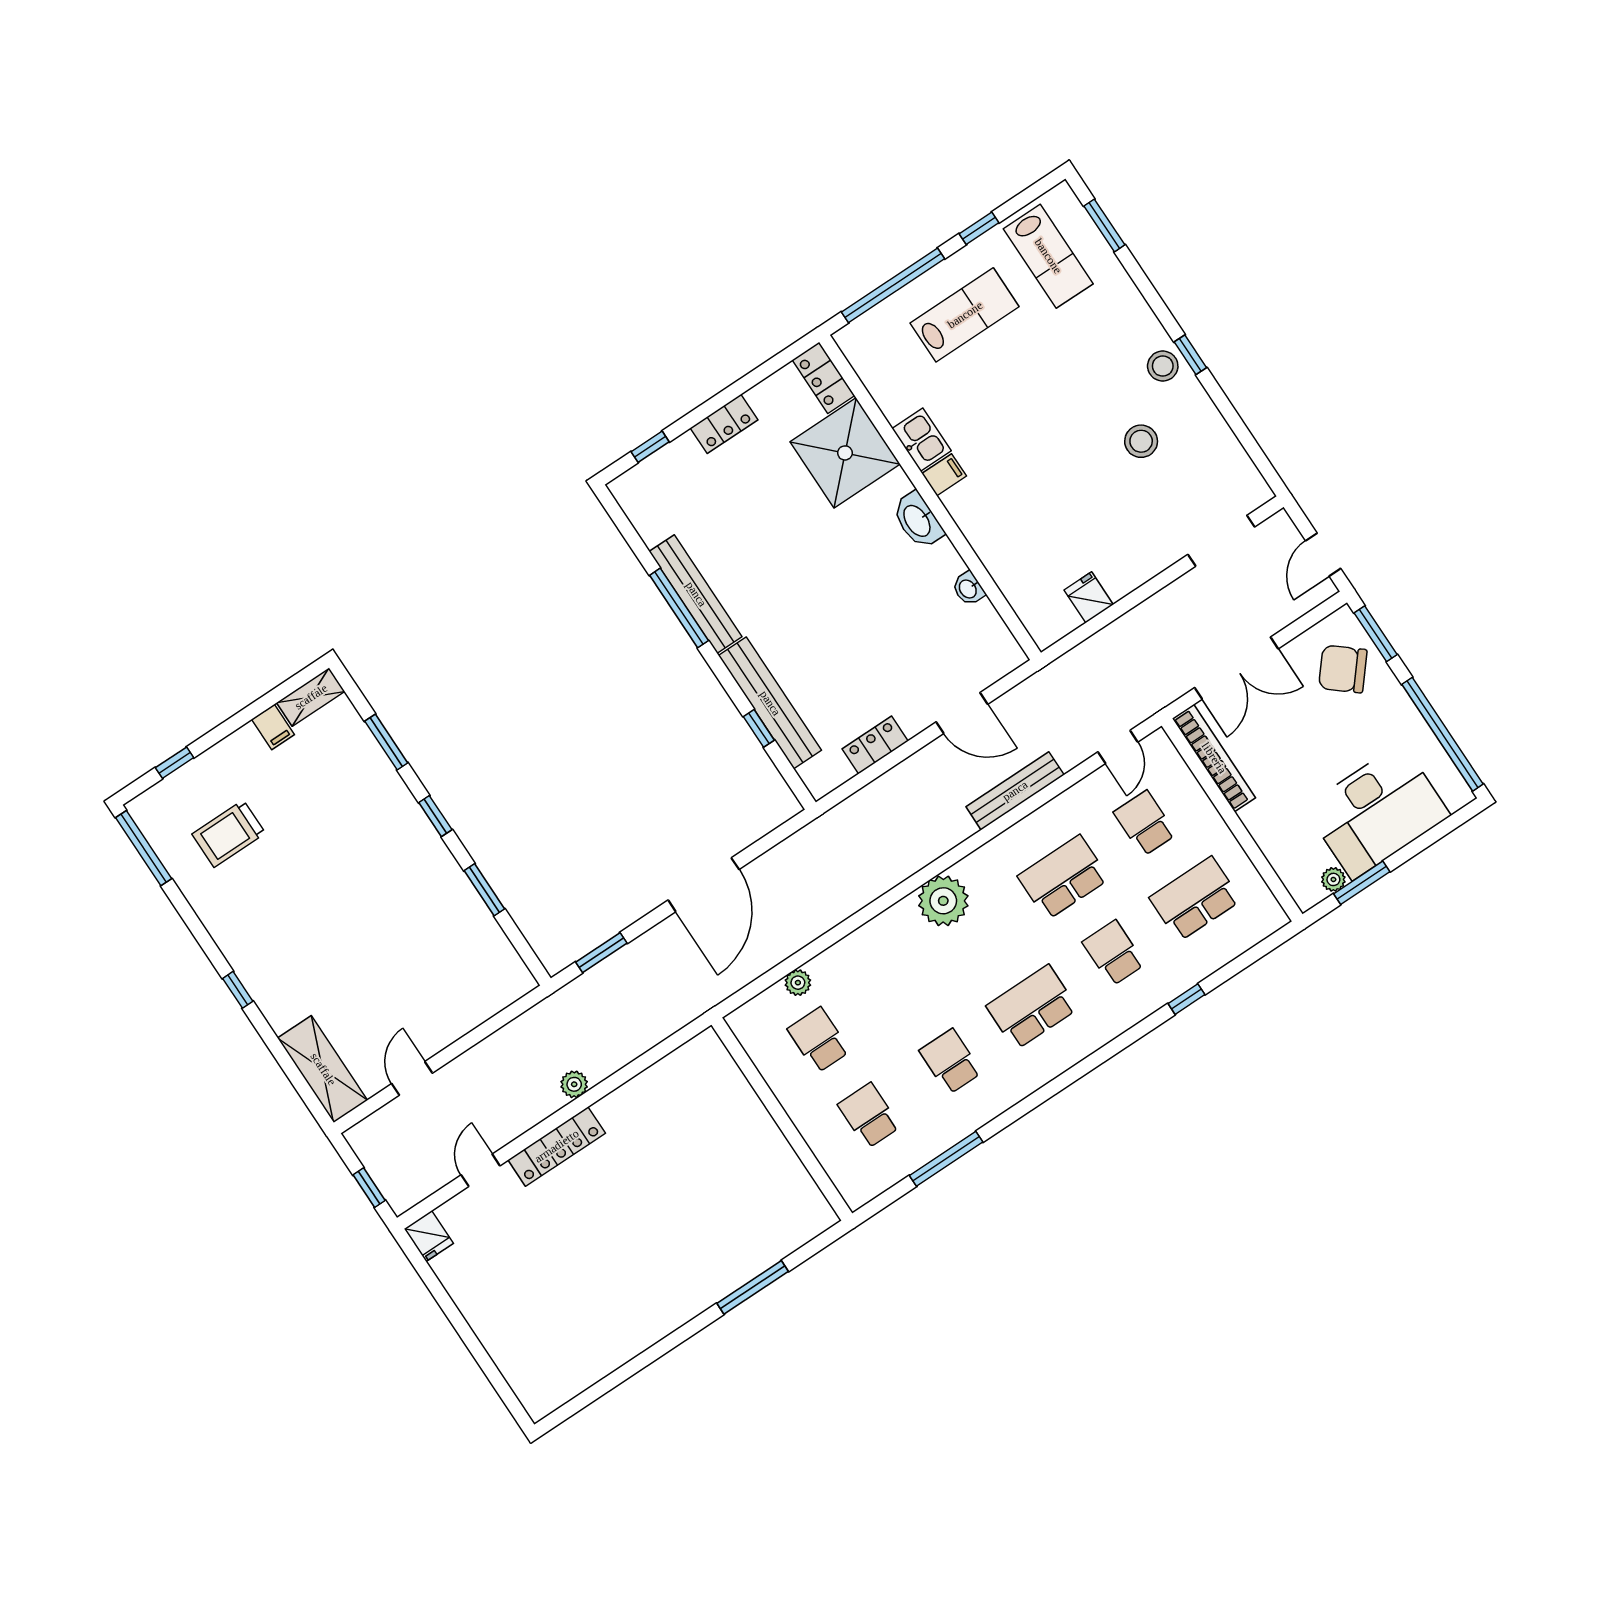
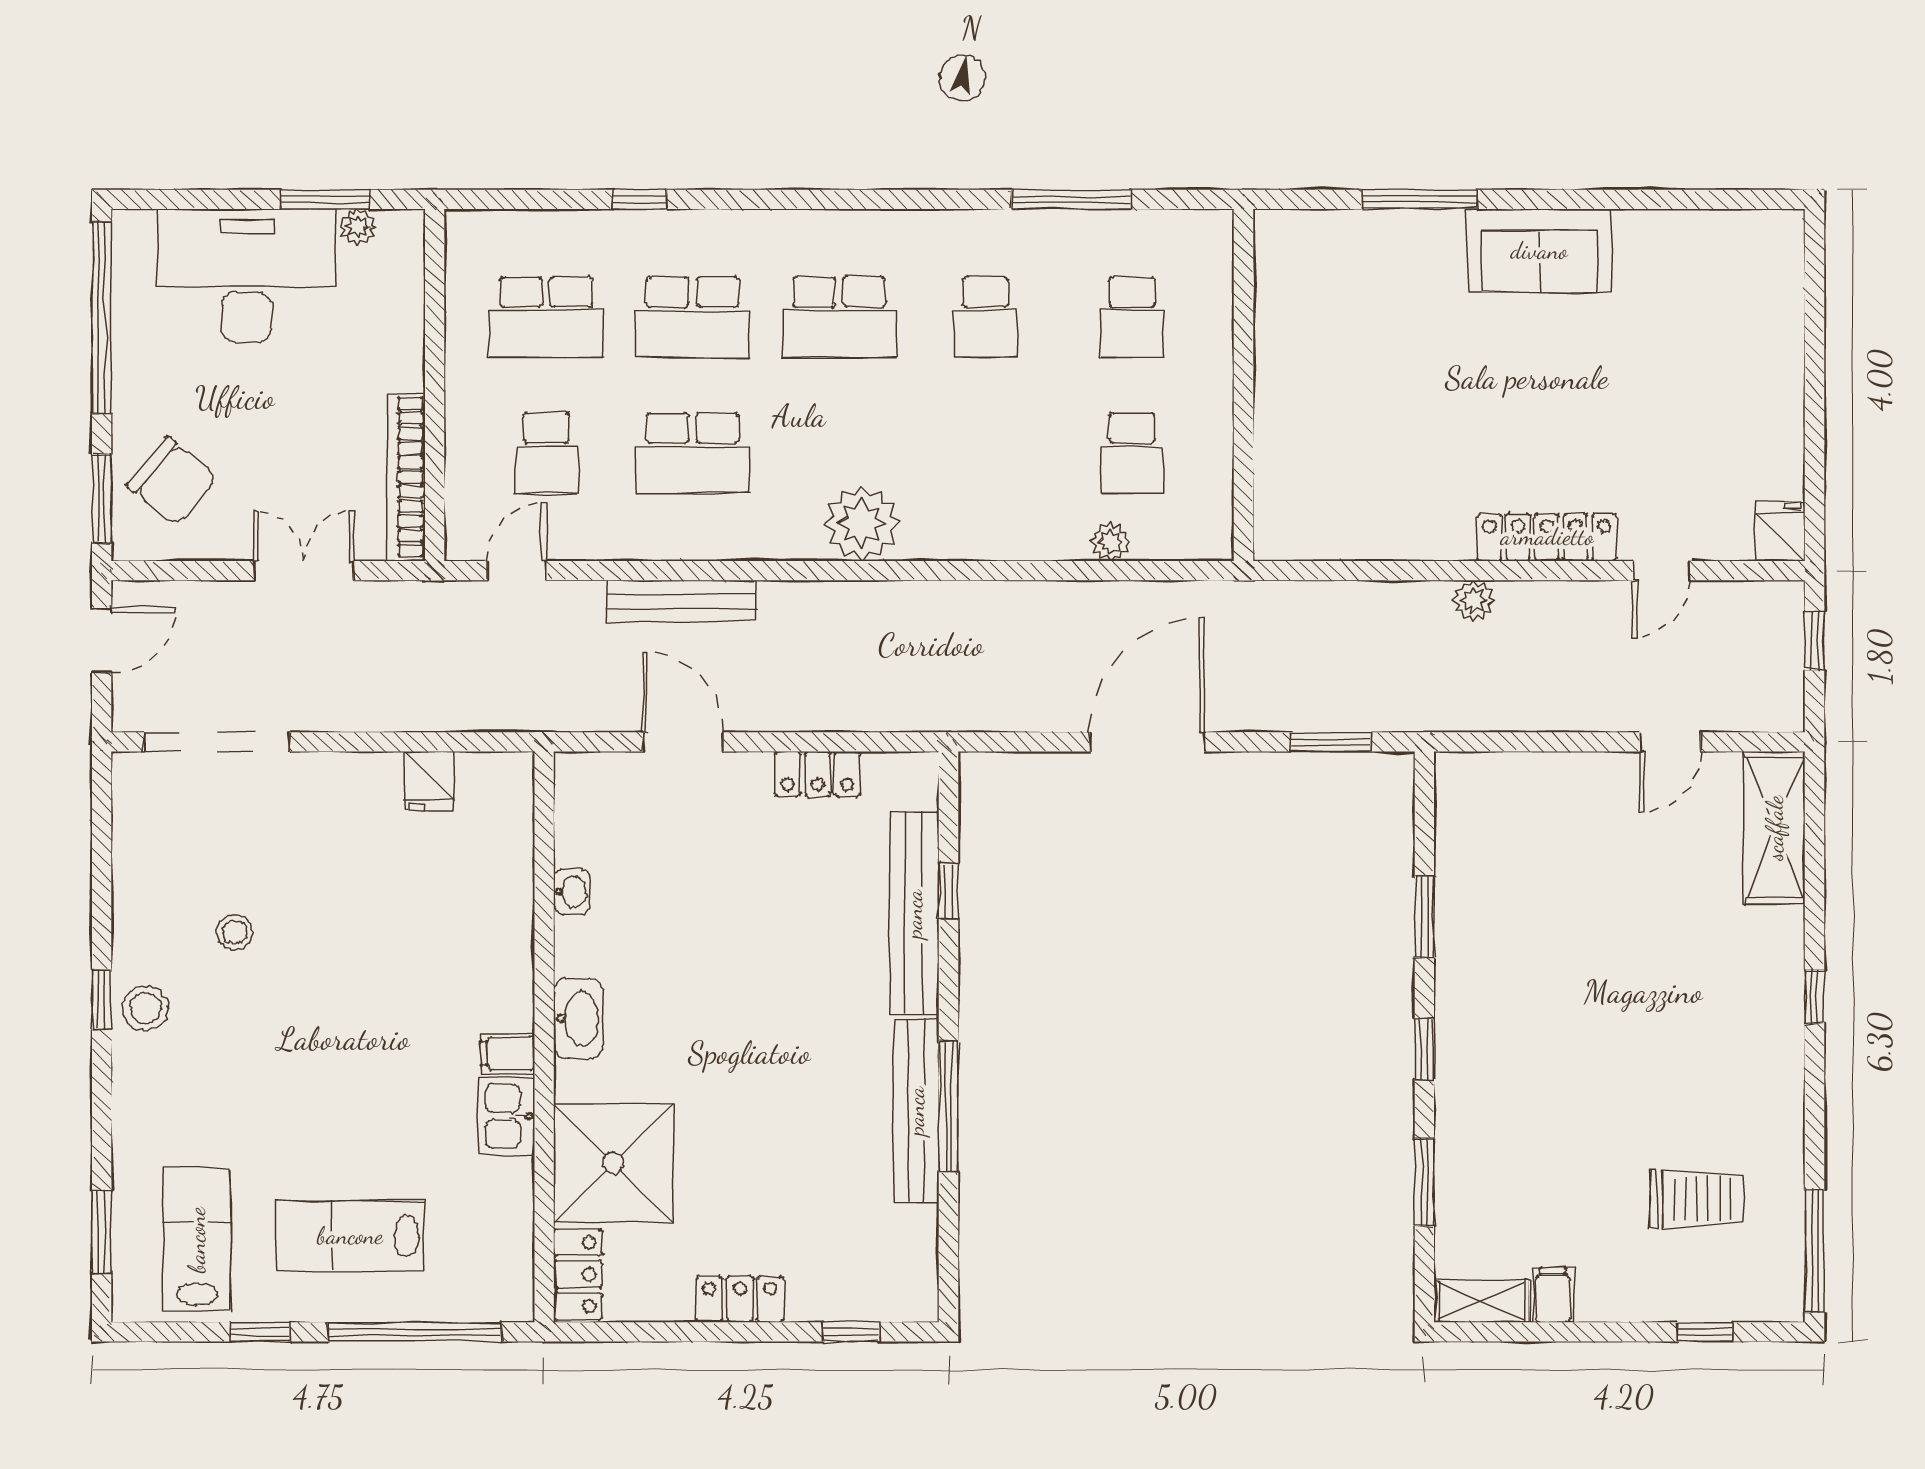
stool: (1141, 441) -> (234, 932), width x0.73, depth x0.73
doorway: (1221, 541) -> (217, 742), width x1.36
double door: (1236, 668) -> (304, 571), width x0.73
school desk: (1114, 953) -> (693, 317), width x1.85
sofa: (667, 1303) -> (1539, 251), added

